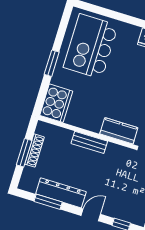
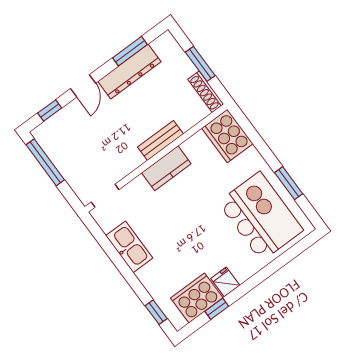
window: (52, 63) -> (289, 183), moved
kitchen counter: (119, 131) -> (166, 168), moved
shoe rack: (34, 151) -> (206, 92), moved

